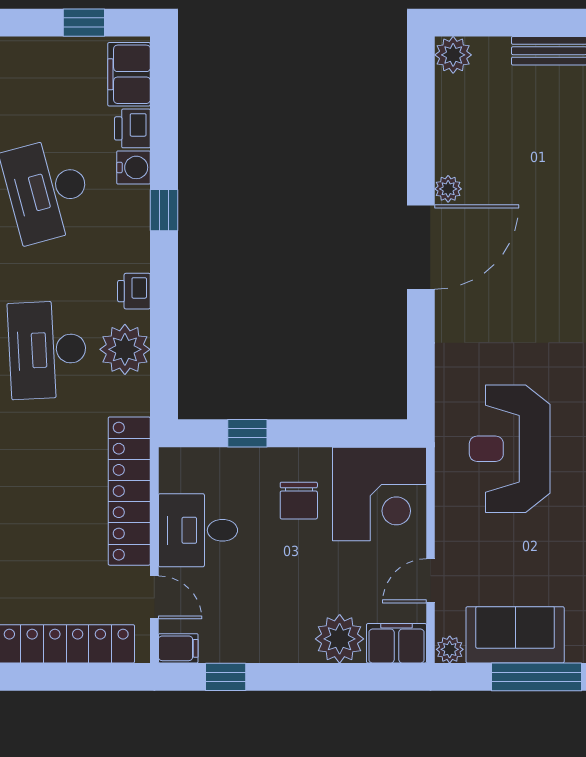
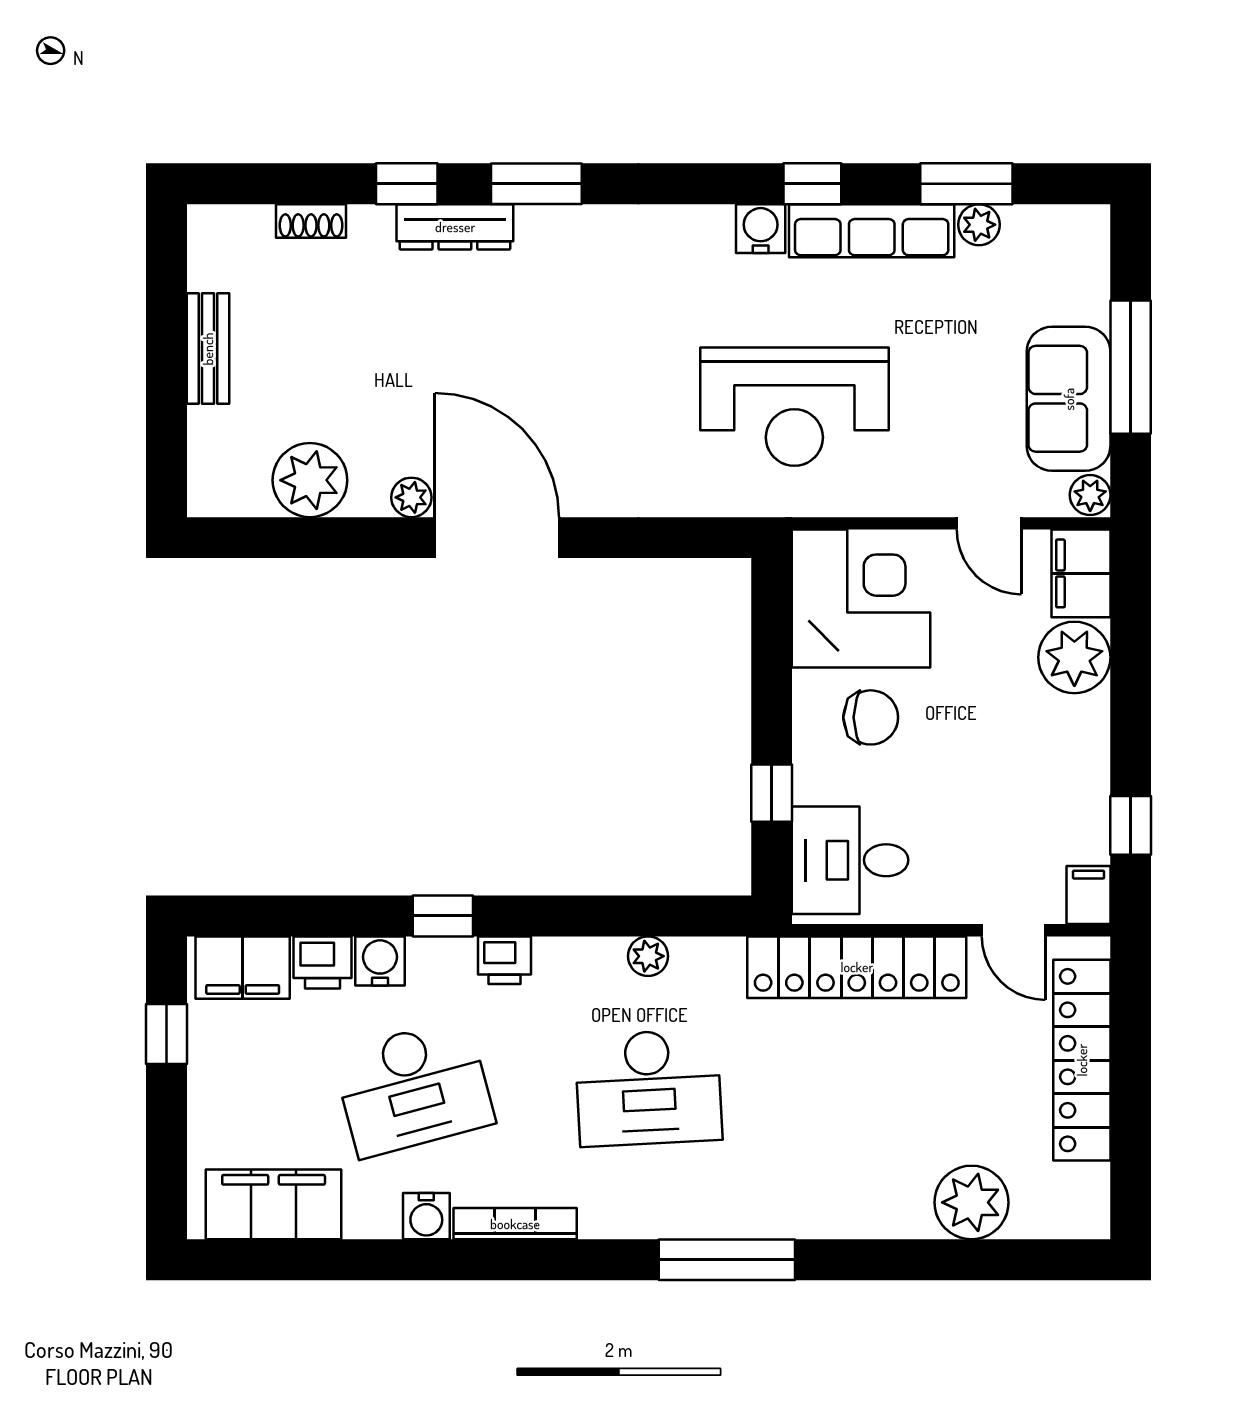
plant: (453, 55) -> (310, 480), moved, width x1.36, depth x1.36
printer: (134, 291) -> (504, 960), moved
plant: (125, 349) -> (648, 956), width x0.53, depth x0.53
desk: (198, 530) -> (850, 860), moved, turned 90
door: (154, 597) -> (1013, 930), swing flipped

